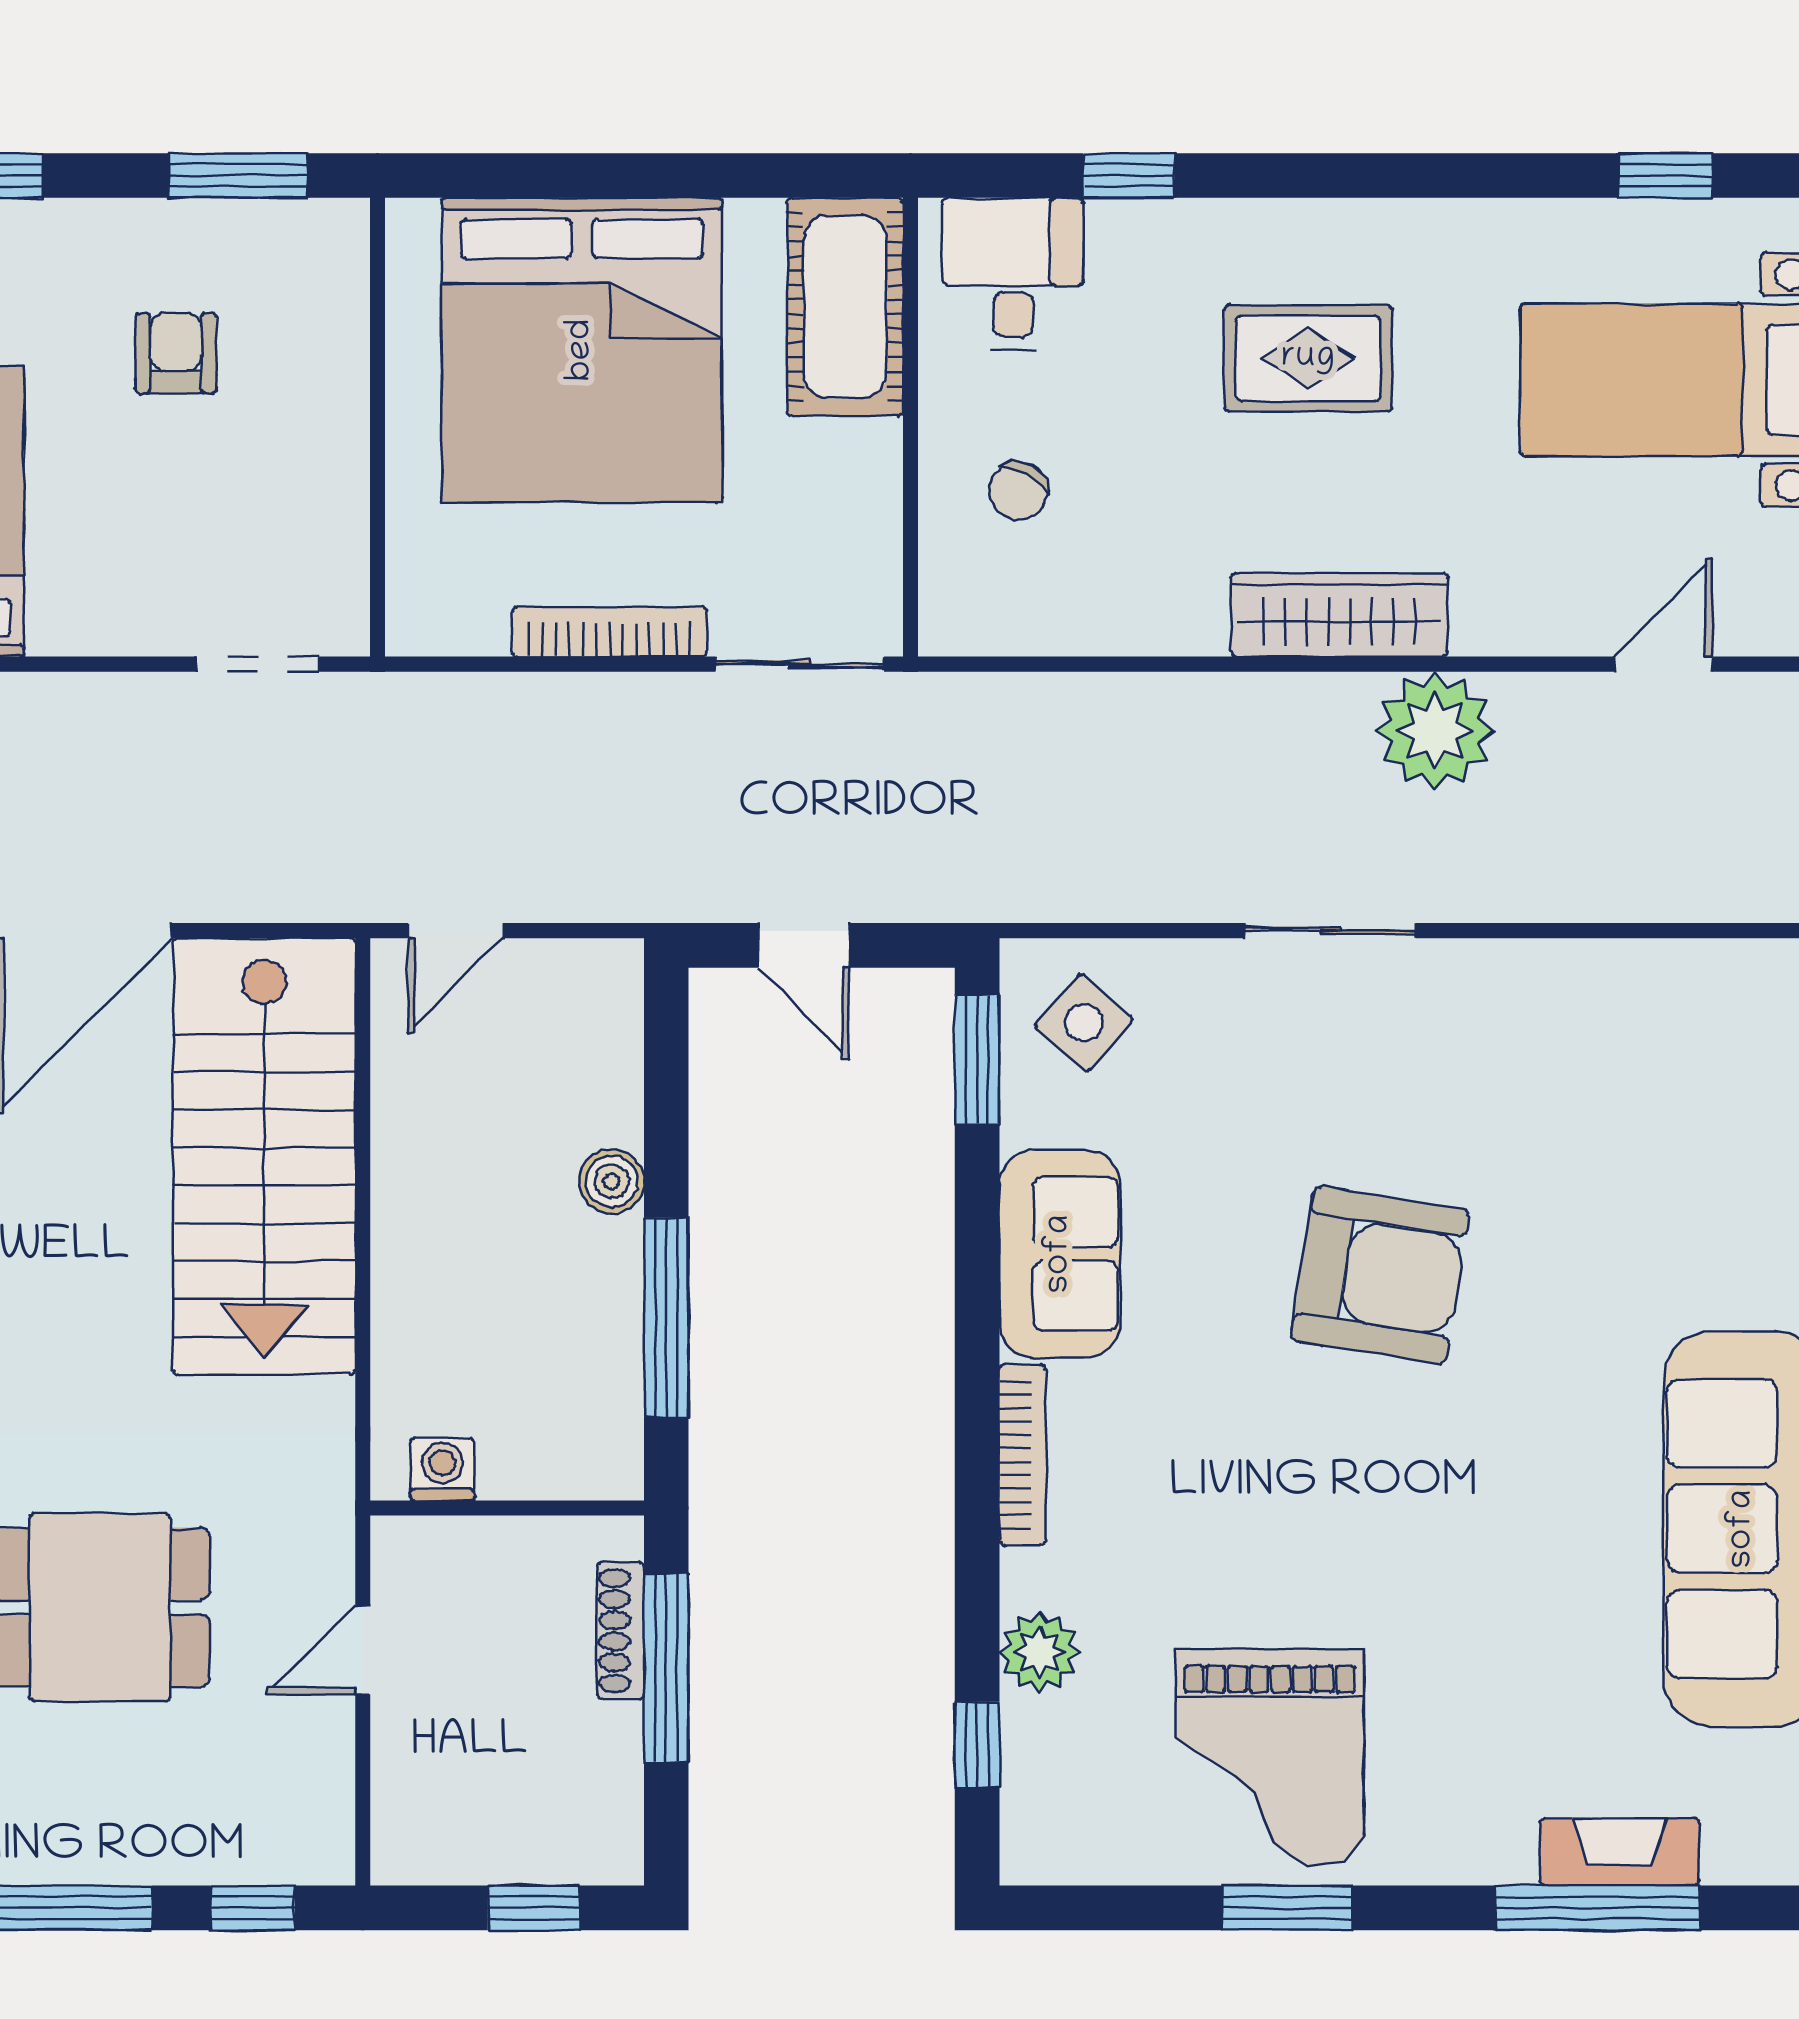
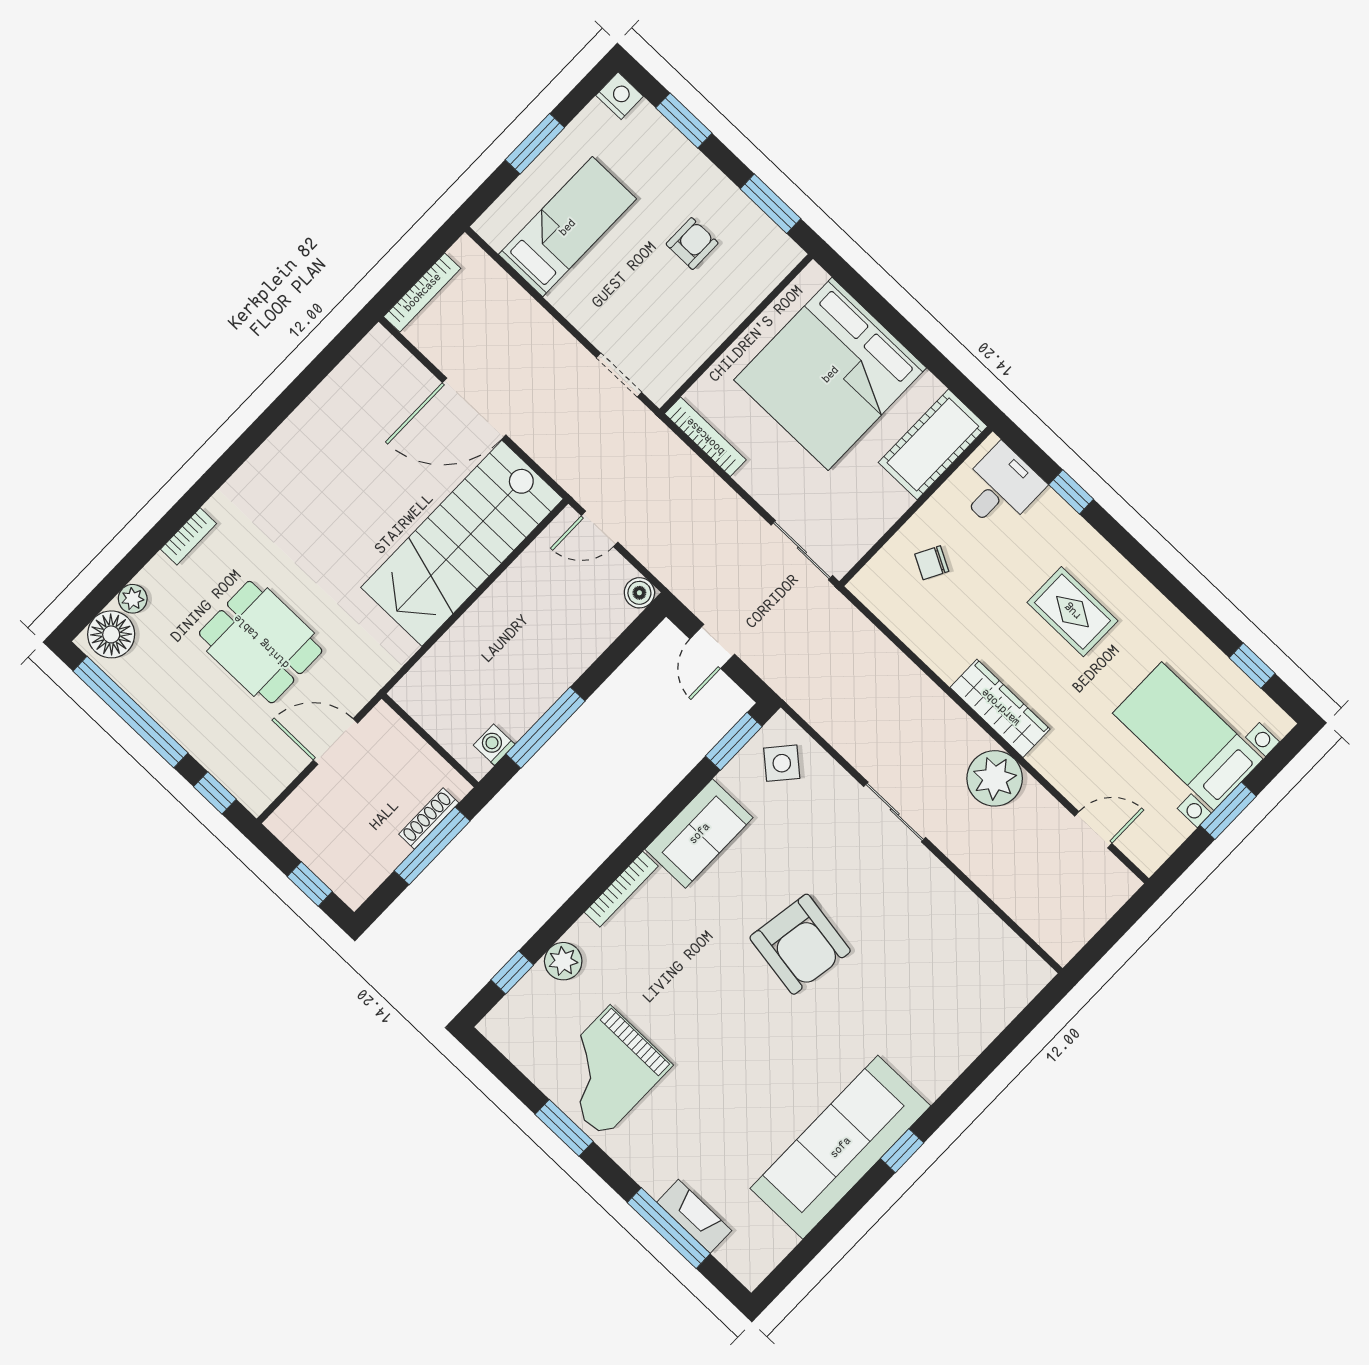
bookcase: (610, 632) -> (705, 437), moved
boiler: (612, 1181) -> (639, 593), moved
washing machine: (442, 1469) -> (494, 745), moved, turned -90
door: (363, 1650) -> (335, 742), width x1.38

